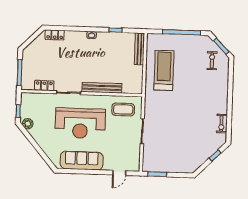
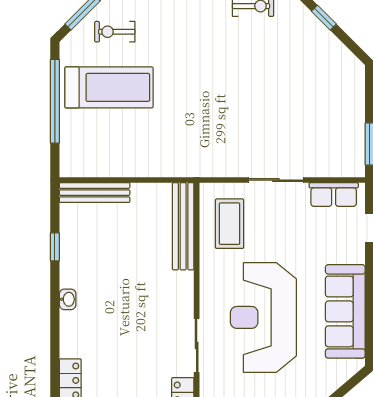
treadmill: (164, 70) -> (109, 87), moved, turned 180
bench: (102, 88) -> (183, 226), moved
reception desk: (80, 123) -> (263, 317), turned 180
row of seats: (135, 157) -> (334, 195), added

